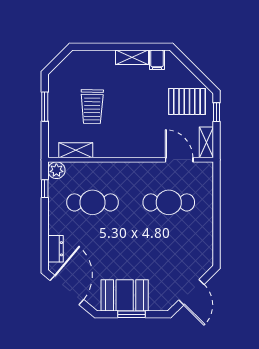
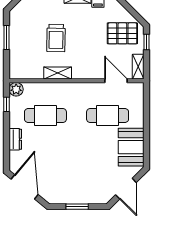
trolley: (92, 107) -> (56, 38), moved
shelving: (76, 150) -> (58, 73), moved
dresser: (55, 249) -> (15, 139), moved
booth: (125, 295) -> (131, 147), moved, turned 90

